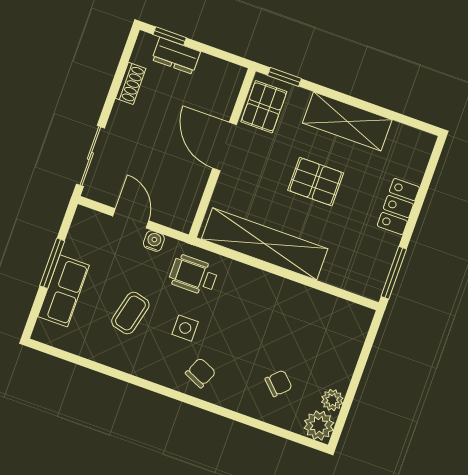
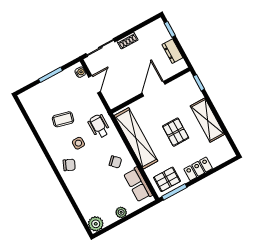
dresser: (176, 56) -> (172, 51), moved
shoe rack: (131, 83) -> (127, 41), moved
pallet: (264, 107) -> (167, 179), moved
water cooler: (154, 241) -> (80, 72), moved
row of seats: (64, 291) -> (138, 185), moved, turned 90
chair: (279, 383) -> (115, 162), moved
plant: (332, 400) -> (121, 212), moved

